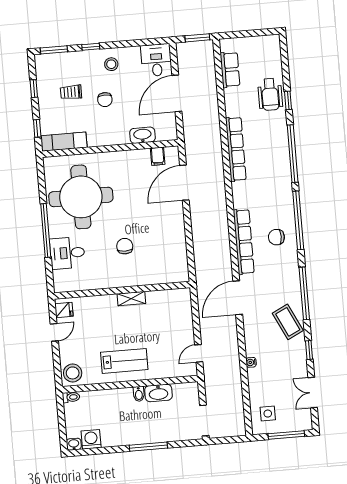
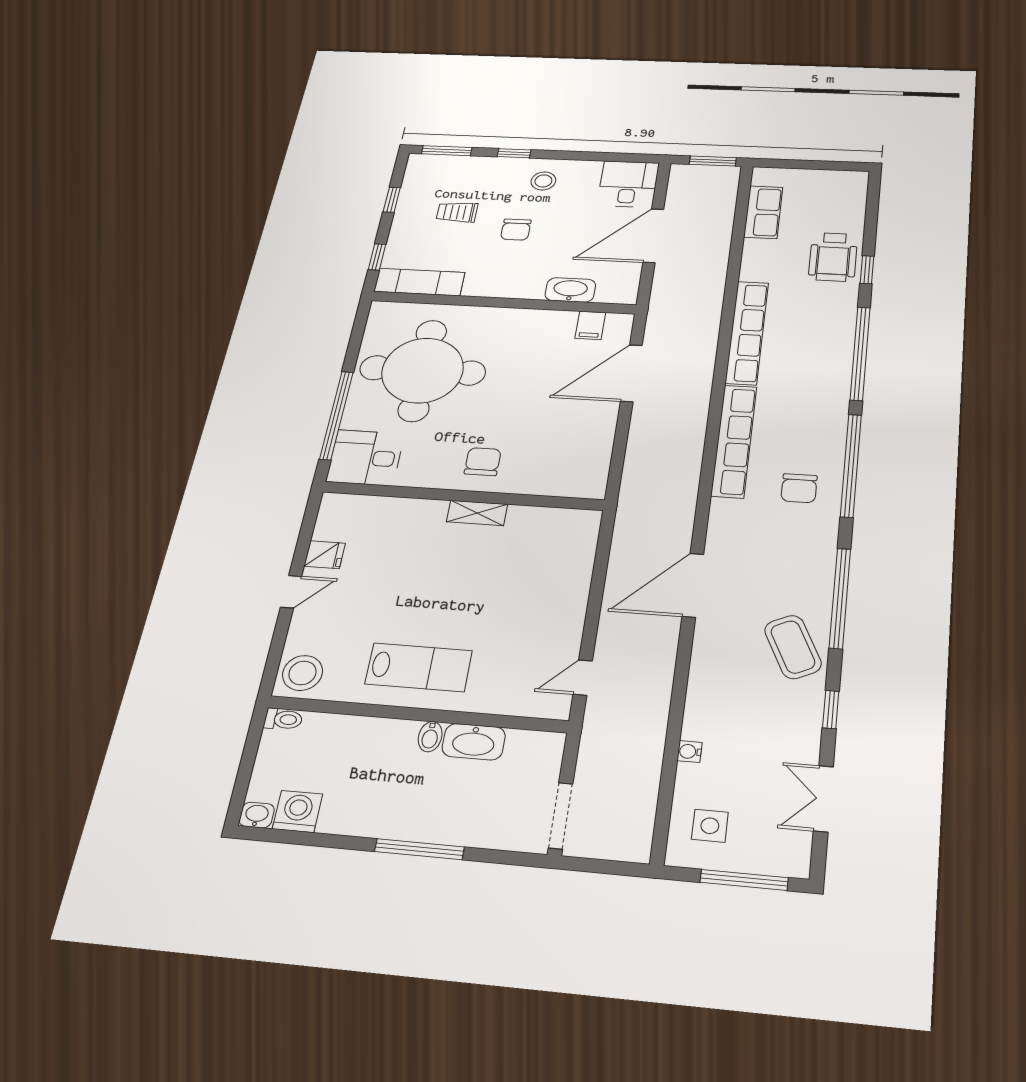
chair: (276, 237) -> (799, 488), turned -90
row of seats: (244, 242) -> (734, 441), moved
wall: (122, 290) -> (462, 496), moved
shelving: (131, 299) -> (477, 513), moved
water cooler: (251, 362) -> (690, 752), moved

